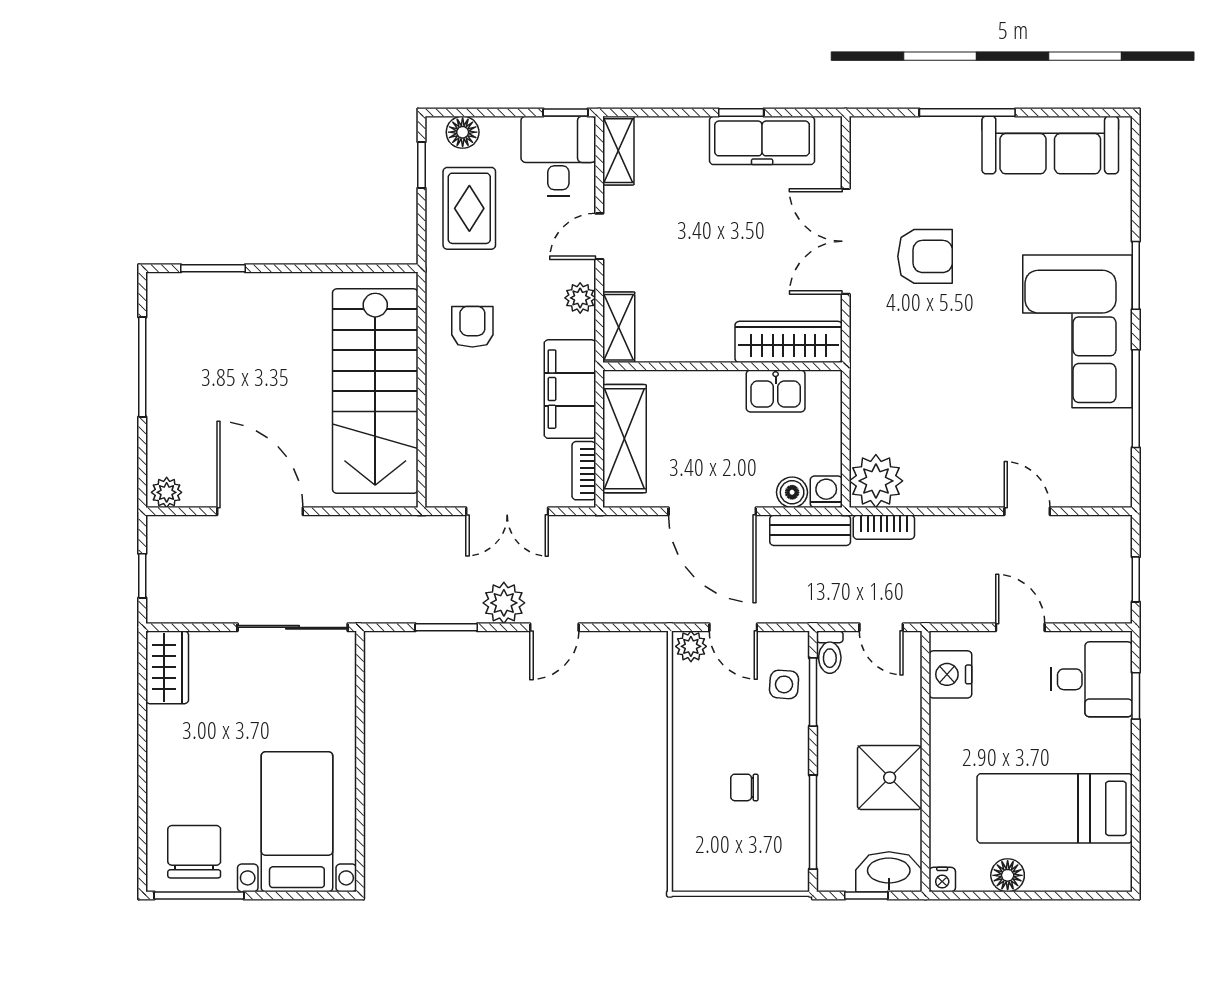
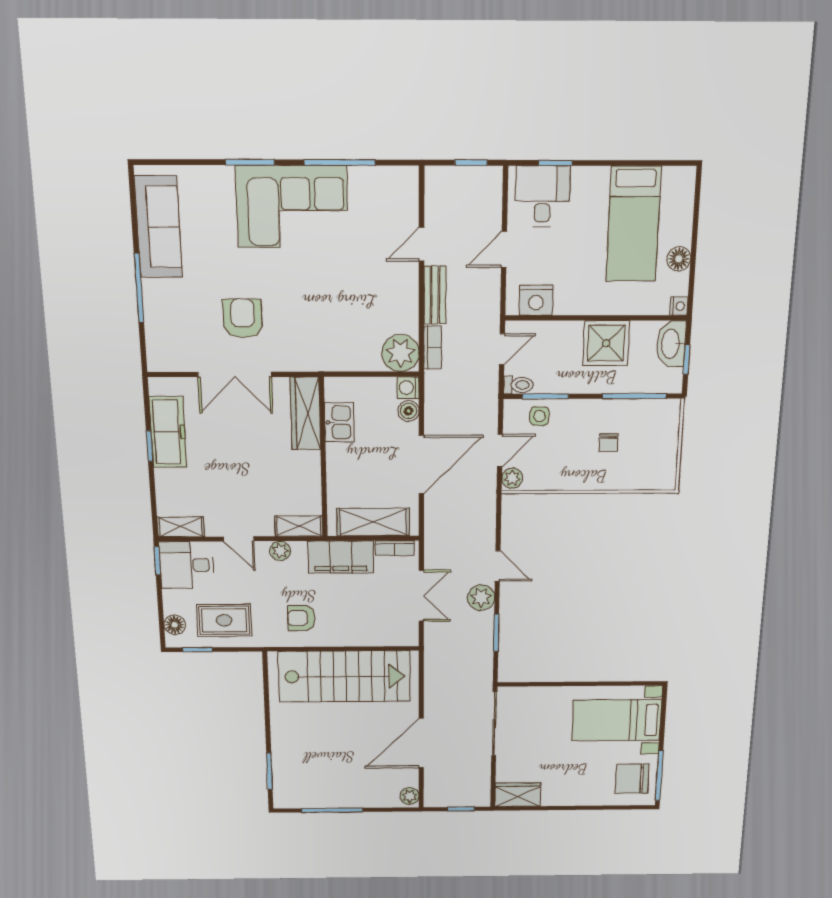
bench: (810, 530) -> (435, 295), moved

